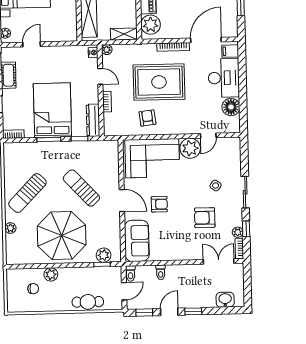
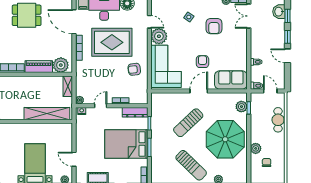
rug: (159, 82) -> (112, 42), moved, turned 90
window: (144, 313) -> (287, 16), moved

